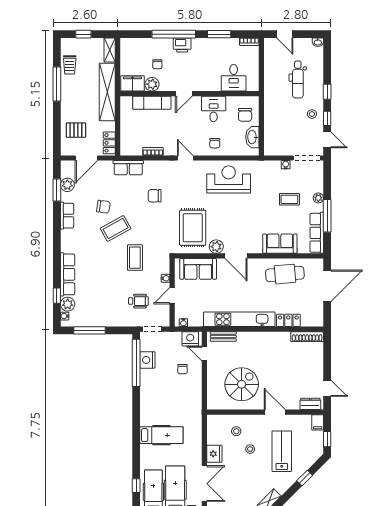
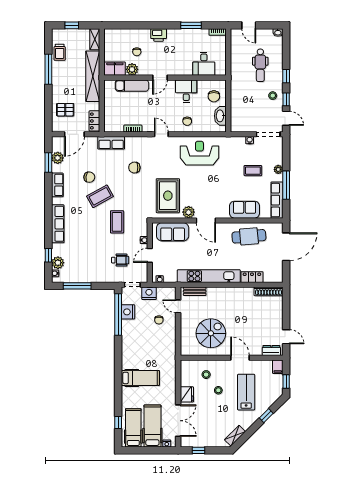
window: (174, 34) -> (151, 25), removed
row of seats: (68, 274) -> (58, 224), moved
nightstand: (190, 339) -> (149, 293), moved

